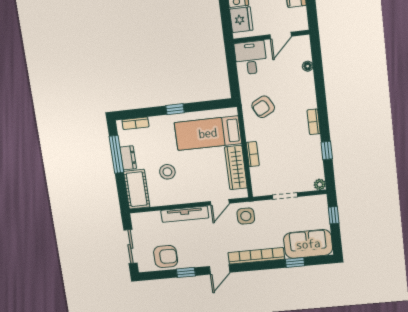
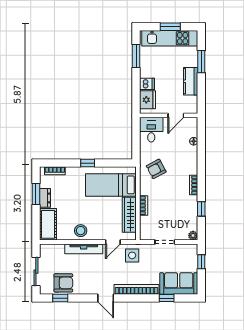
window: (116, 154) -> (36, 194), width x0.69
stool: (167, 172) -> (81, 231), moved
door: (220, 269) -> (106, 298), hinge flipped
window: (186, 272) -> (60, 298), moved

